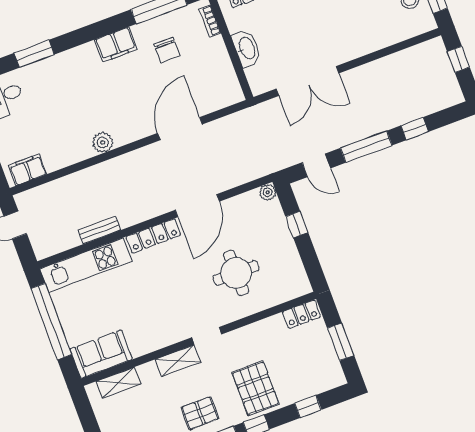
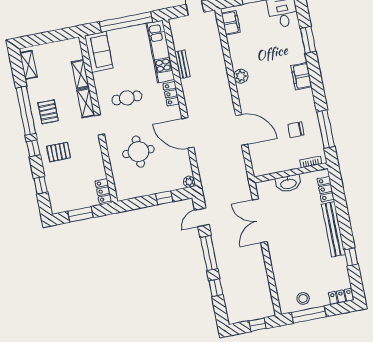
filing cabinet: (116, 45) -> (301, 76), moved
locker: (153, 236) -> (171, 94), width x0.66
cafe table: (161, 302) -> (127, 98), added
shelving: (118, 383) -> (80, 74), moved
pallet: (256, 388) -> (59, 152), width x0.67, depth x0.71

